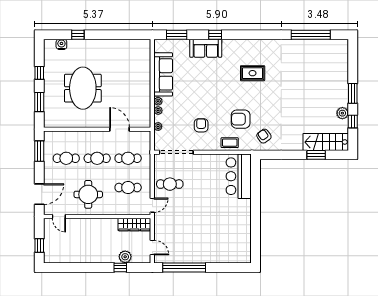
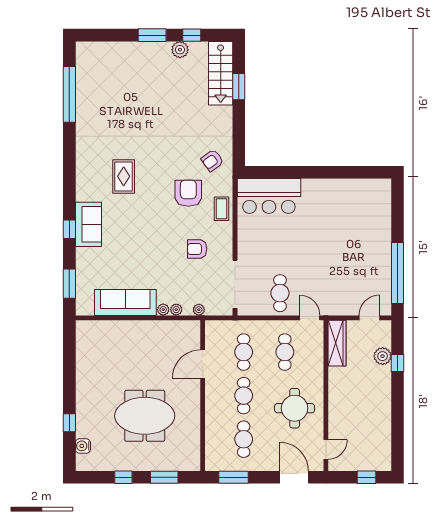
sofa: (206, 48) -> (88, 224), moved
armchair: (241, 119) -> (188, 193), turned 180

